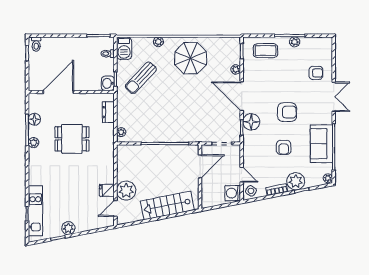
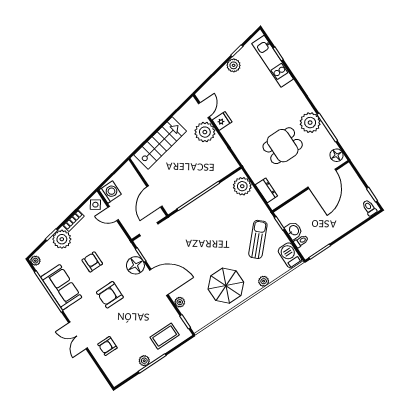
washbasin: (108, 83) -> (294, 230), moved
floor lamp: (34, 119) -> (337, 155), moved
plant: (121, 132) -> (242, 186), width x1.87, depth x1.87
plant: (33, 143) -> (310, 123), width x1.87, depth x1.87

